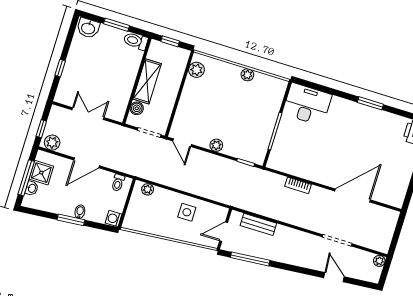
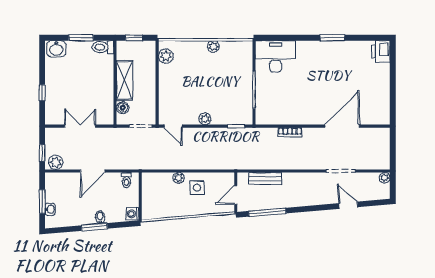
shower: (41, 173) -> (54, 193), removed
window: (26, 178) -> (42, 202), width x0.69
plant: (148, 189) -> (179, 178), moved

